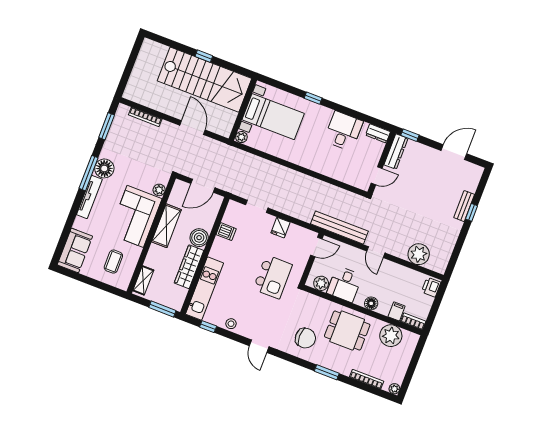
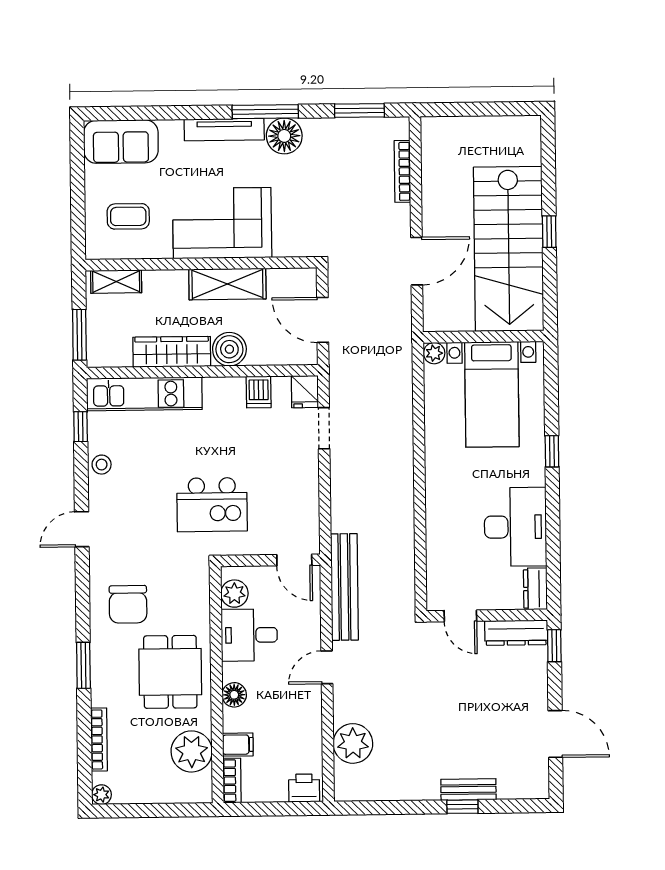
desk: (343, 131) -> (515, 527), width x1.37
plant: (159, 190) -> (285, 246), removed
fridge: (280, 228) -> (305, 392), moved, turned -90

